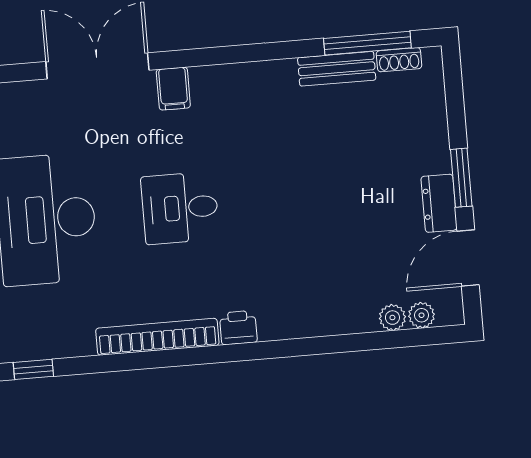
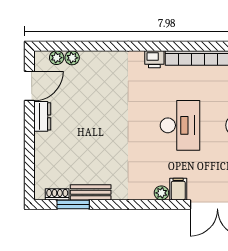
window: (367, 43) -> (73, 204), width x0.69
plant: (204, 79) -> (161, 193), added
window: (461, 178) -> (29, 129), removed
desk: (180, 208) -> (180, 125), width x1.37

